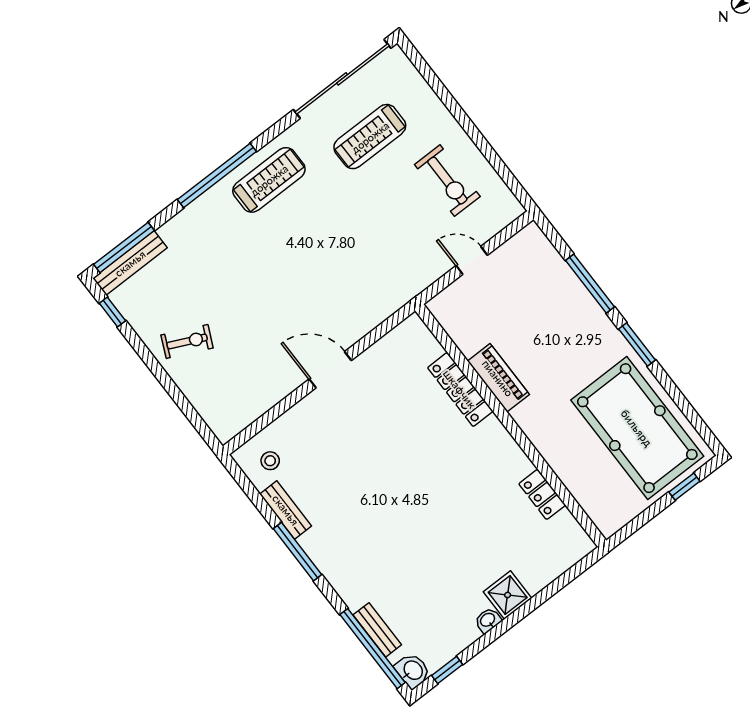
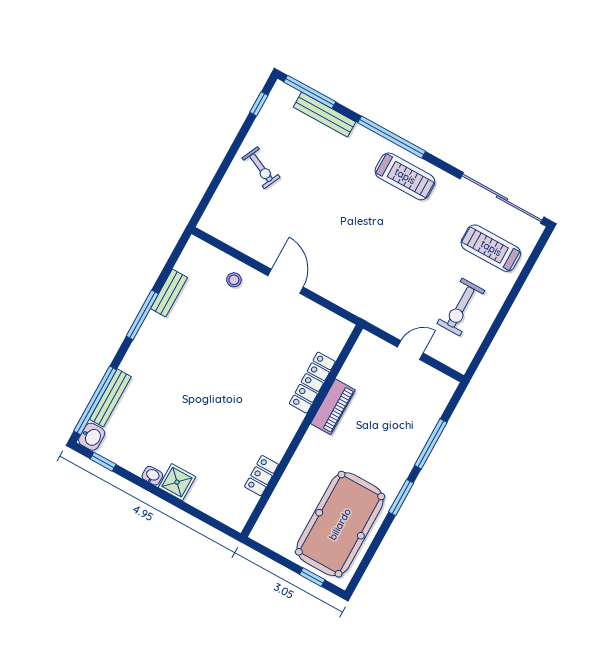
treadmill: (370, 137) -> (491, 248), moved
door: (472, 260) -> (410, 350), hinge flipped
bench: (130, 263) -> (324, 114), moved
stool: (270, 461) -> (234, 280), moved
bench: (377, 630) -> (110, 398), width x1.36

